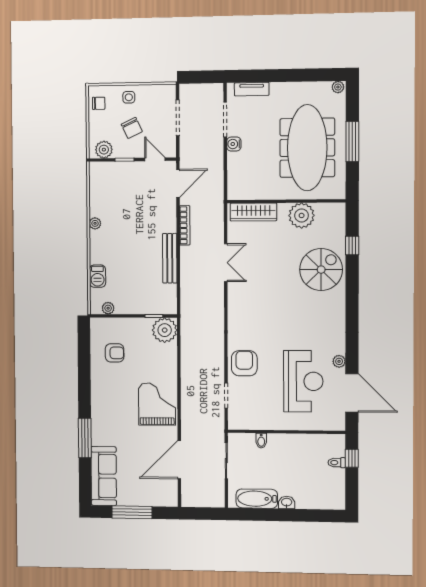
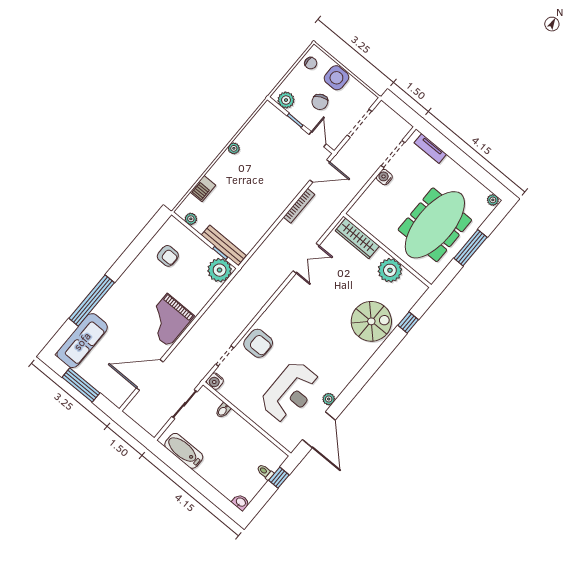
side table: (129, 97) -> (336, 78), width x1.87, depth x1.87
bench: (170, 258) -> (224, 245), moved, turned 90
armchair: (244, 363) -> (258, 343), turned 90
grand piano: (157, 404) -> (168, 320), turned 180
water cooler: (235, 422) -> (215, 381), added
window: (85, 438) -> (92, 300), width x1.46
washbasin: (287, 502) -> (241, 502), moved

